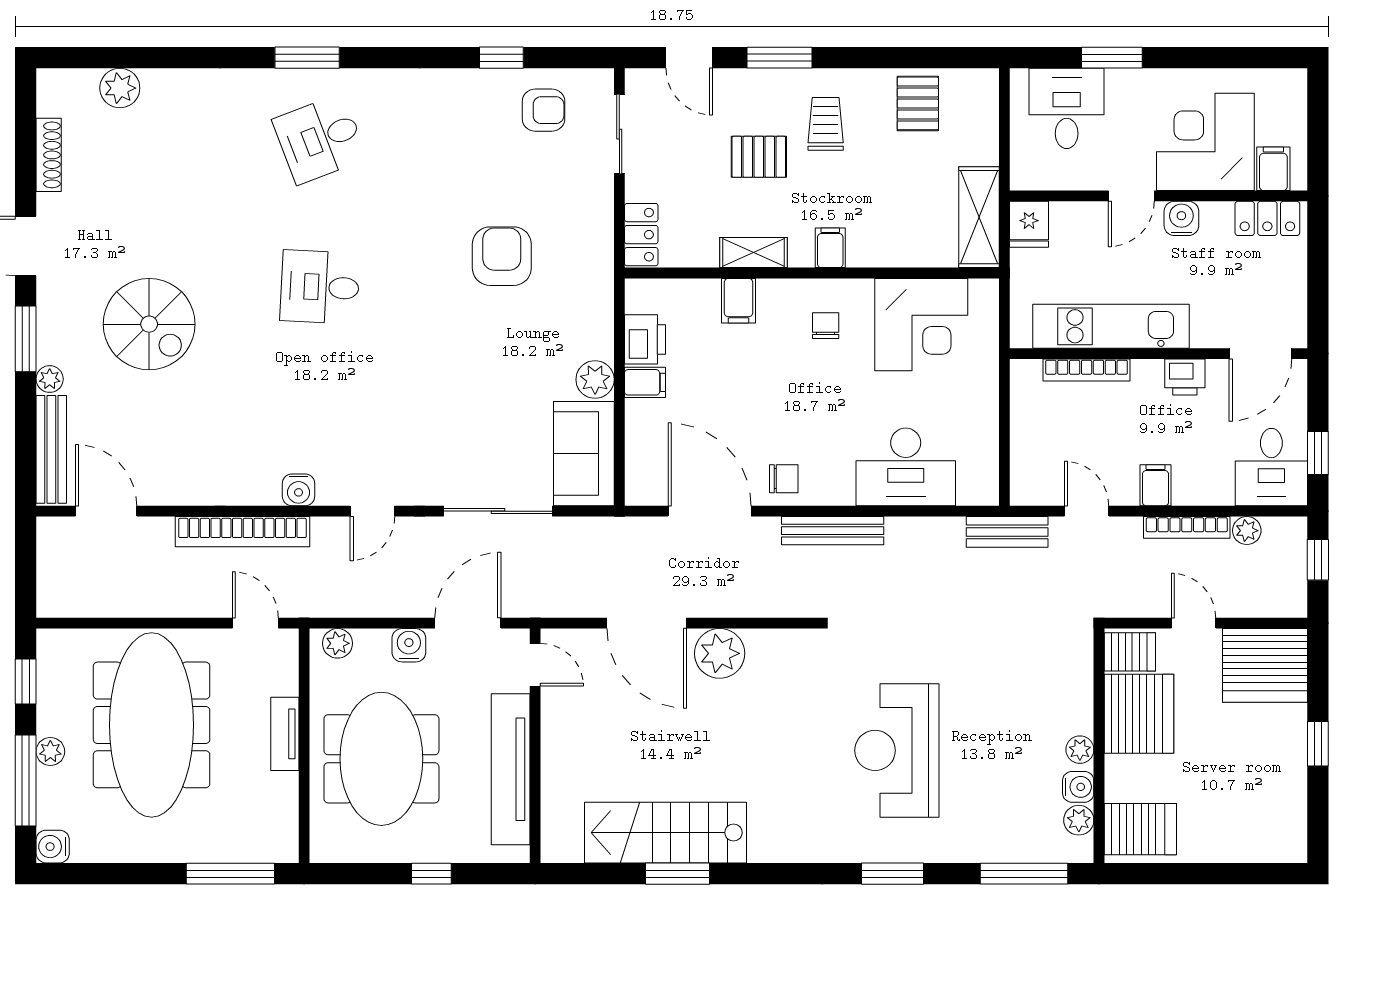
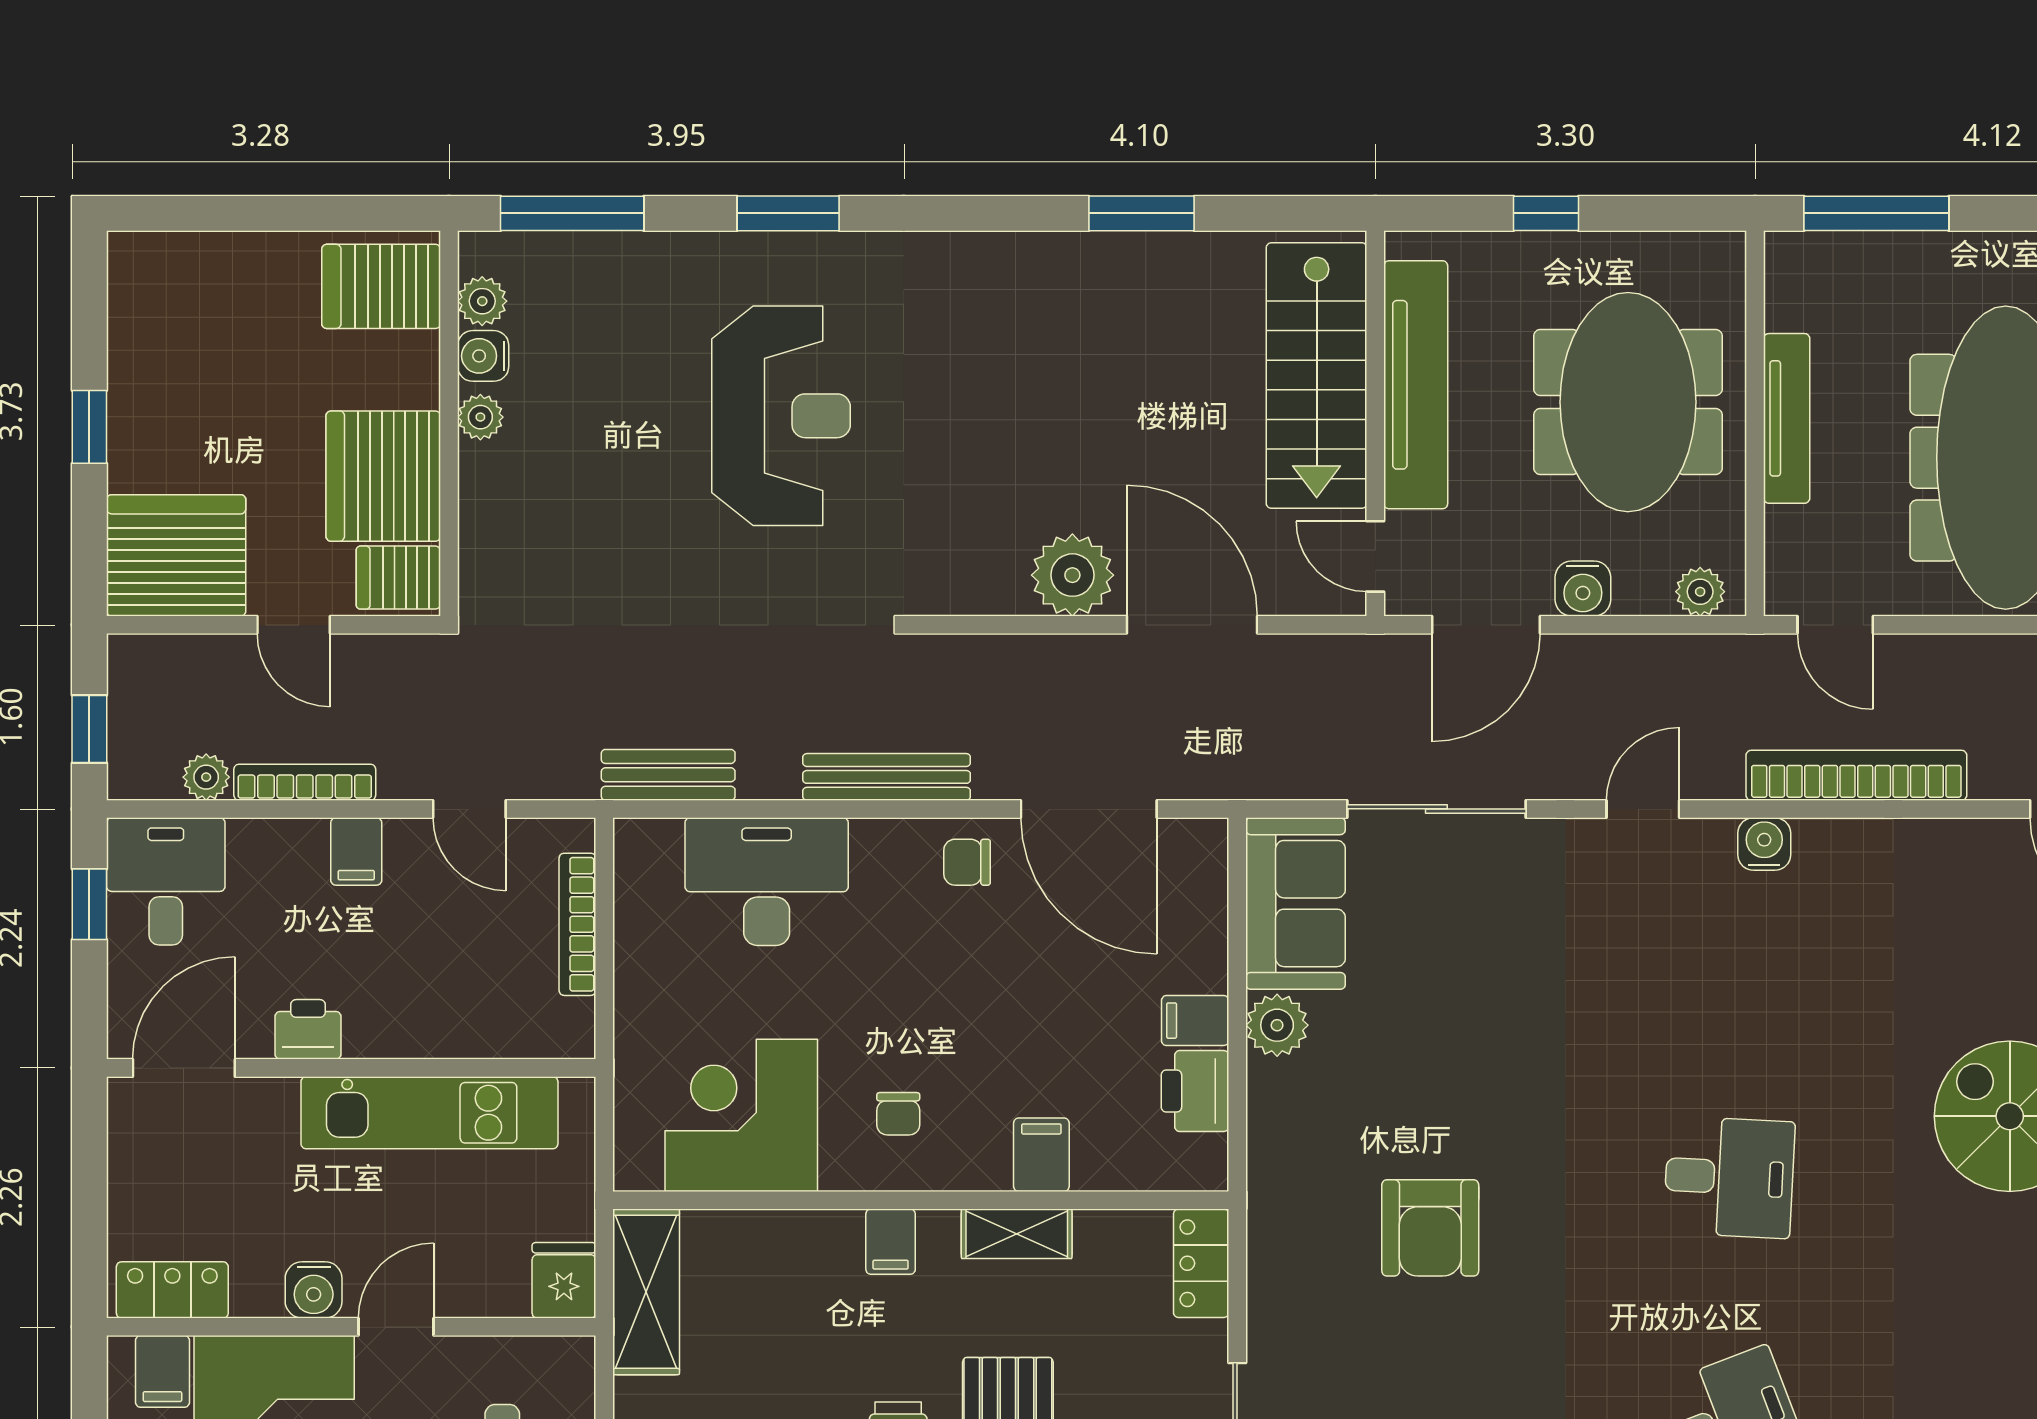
bookcase: (1087, 370) -> (577, 924), moved, turned -90
bench: (1007, 532) -> (668, 775), moved
tv unit: (285, 734) -> (1787, 418), width x1.41
stairs: (666, 833) -> (1317, 376), moved, turned 90

